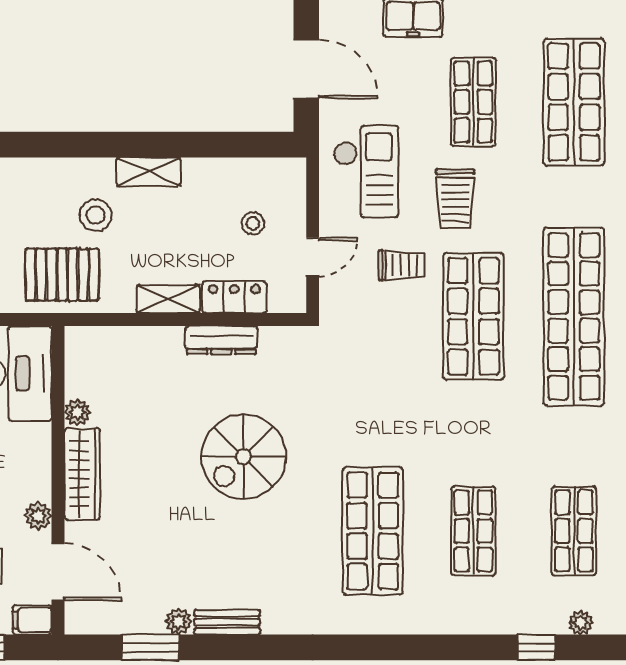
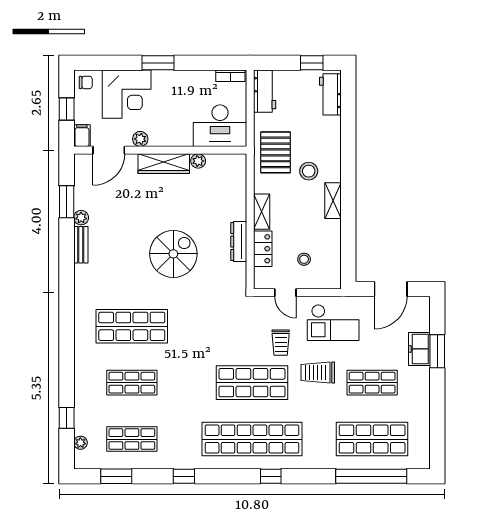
spiral stairs: (243, 457) -> (173, 254), turned 90

